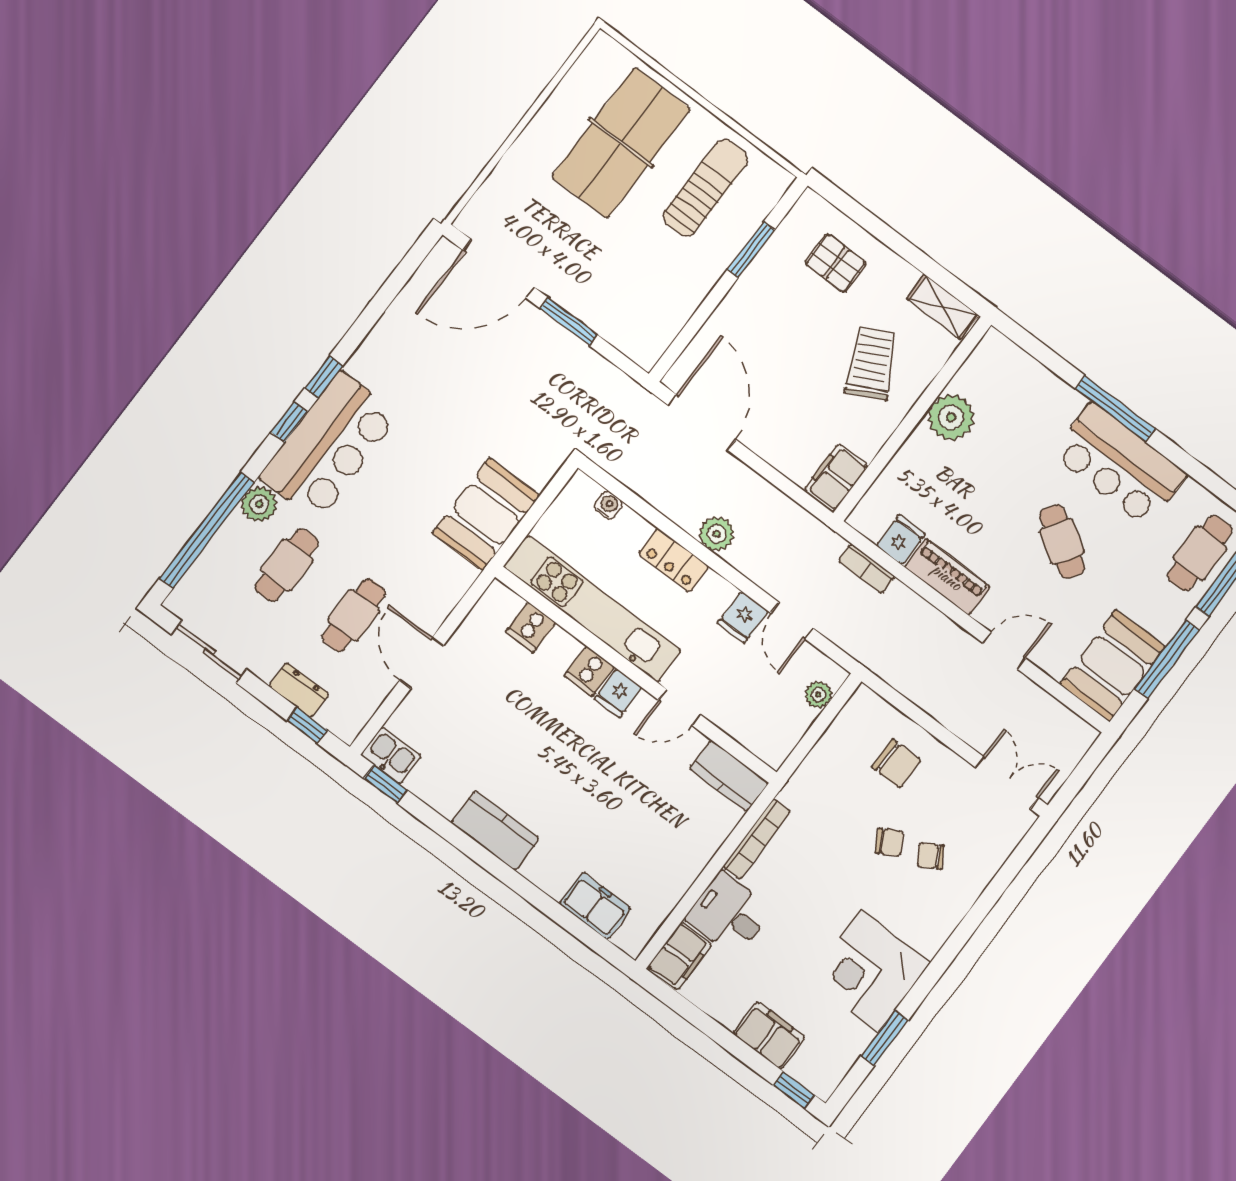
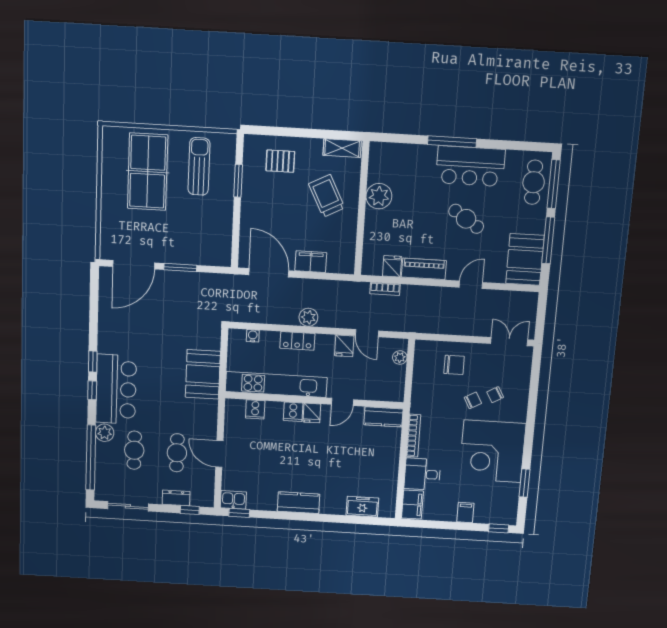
filing cabinet: (836, 478) -> (311, 262), moved, turned 90
corner desk: (870, 971) -> (492, 451), width x1.36, depth x1.36
filing cabinet: (769, 1036) -> (465, 513), width x0.50

